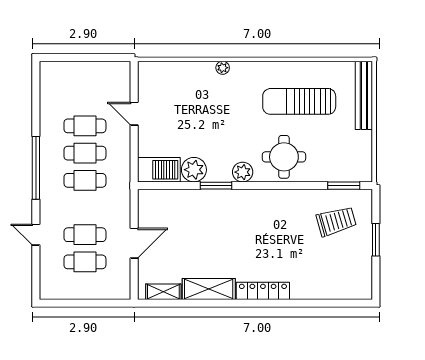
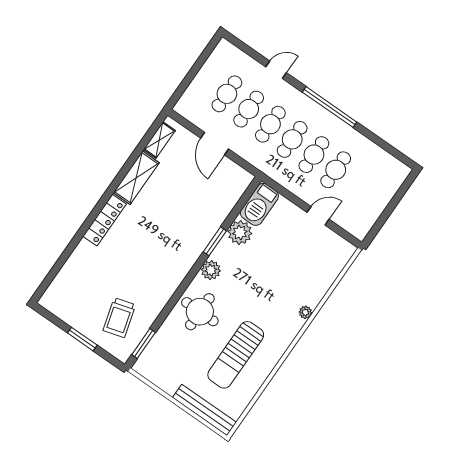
sun lounger: (299, 101) -> (236, 355), turned 180
cafe table: (85, 208) -> (270, 124), added

